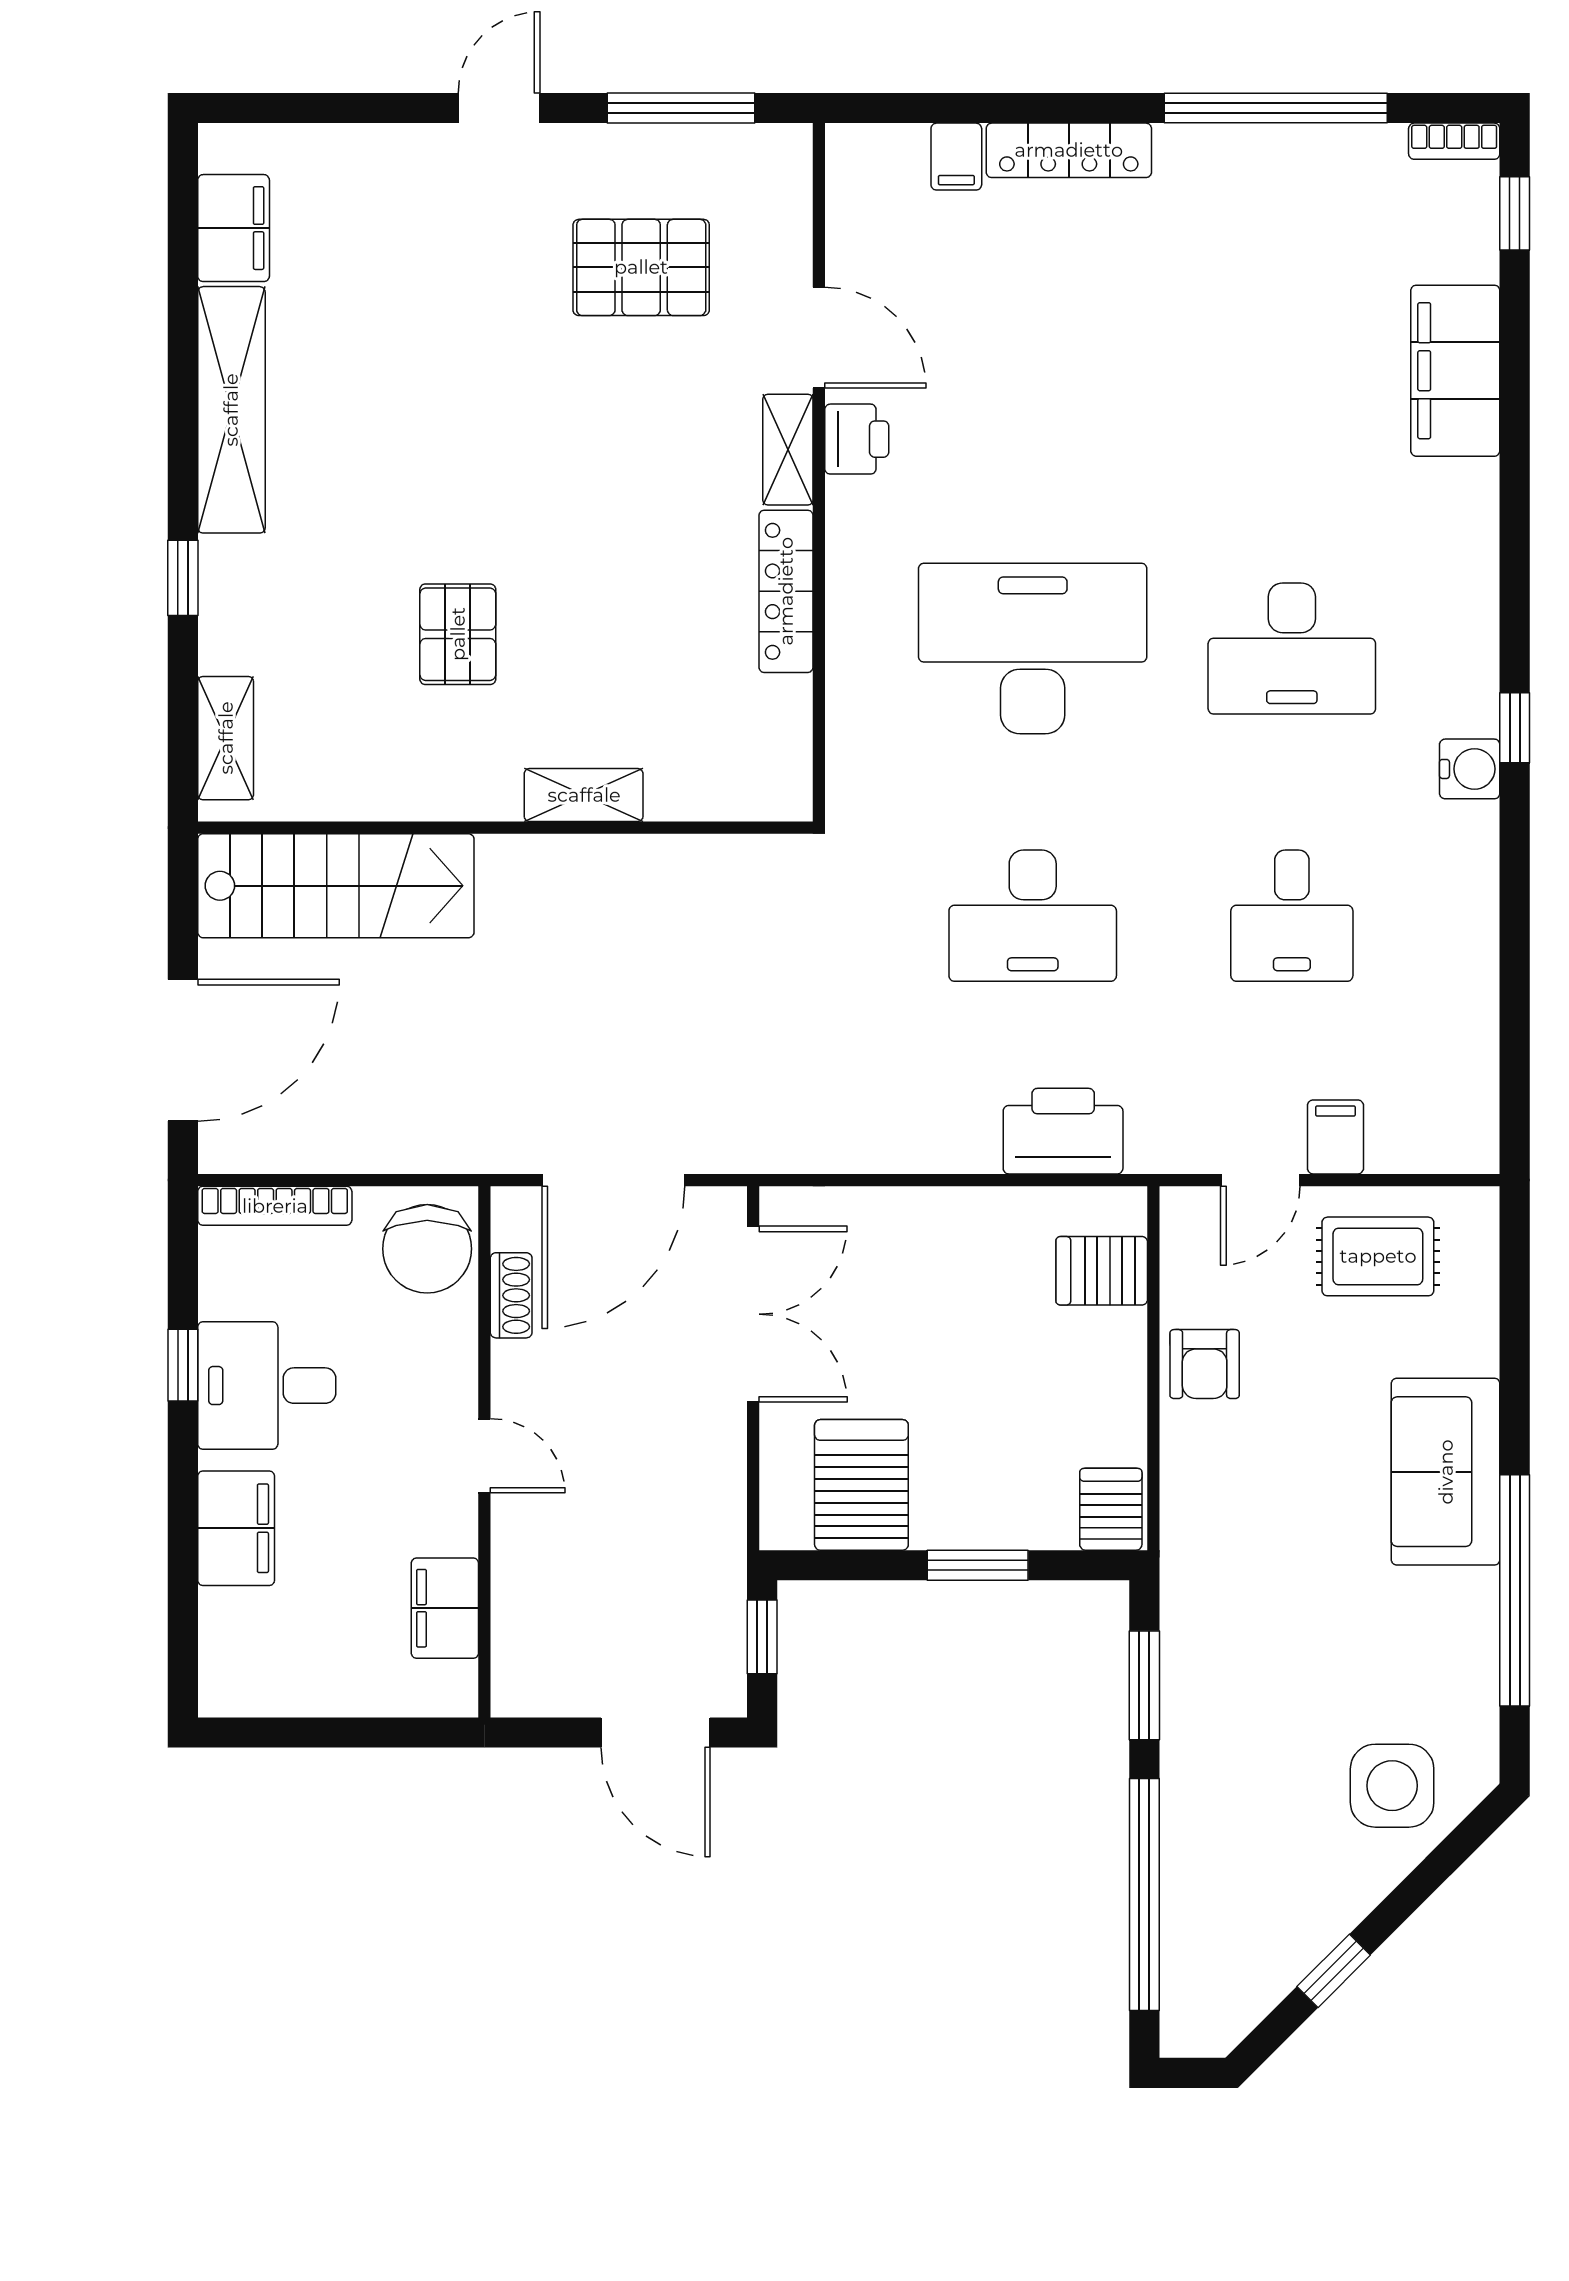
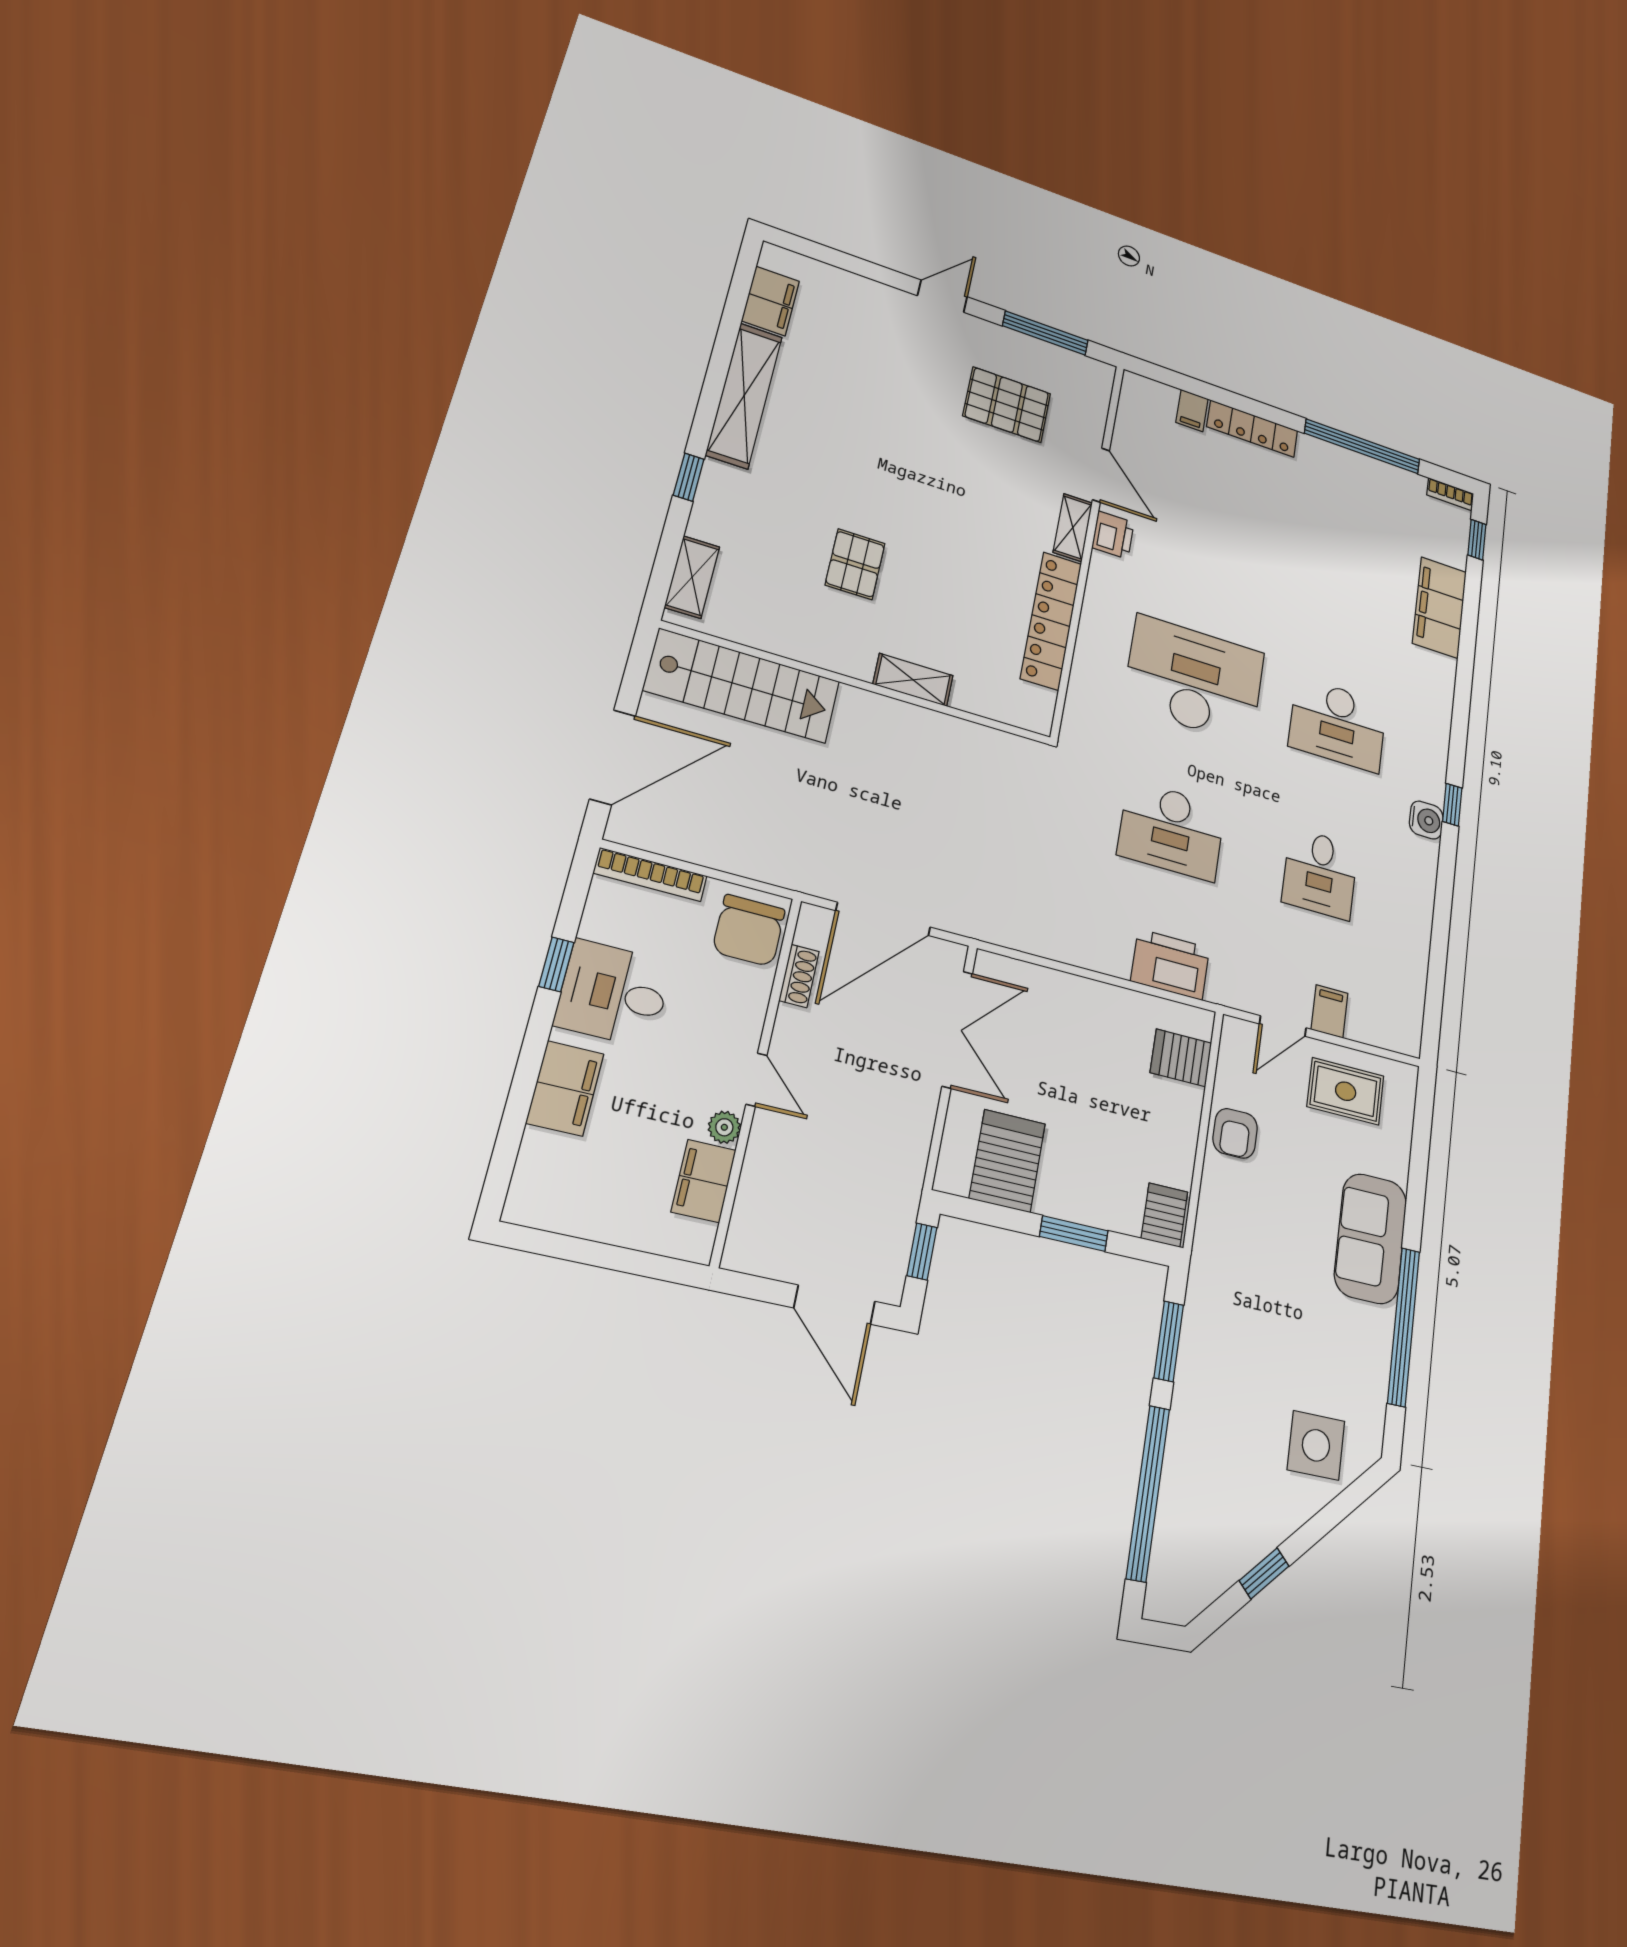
locker: (786, 591) -> (1051, 621), width x1.41, depth x1.21
plant: (456, 1531) -> (724, 1127), added

